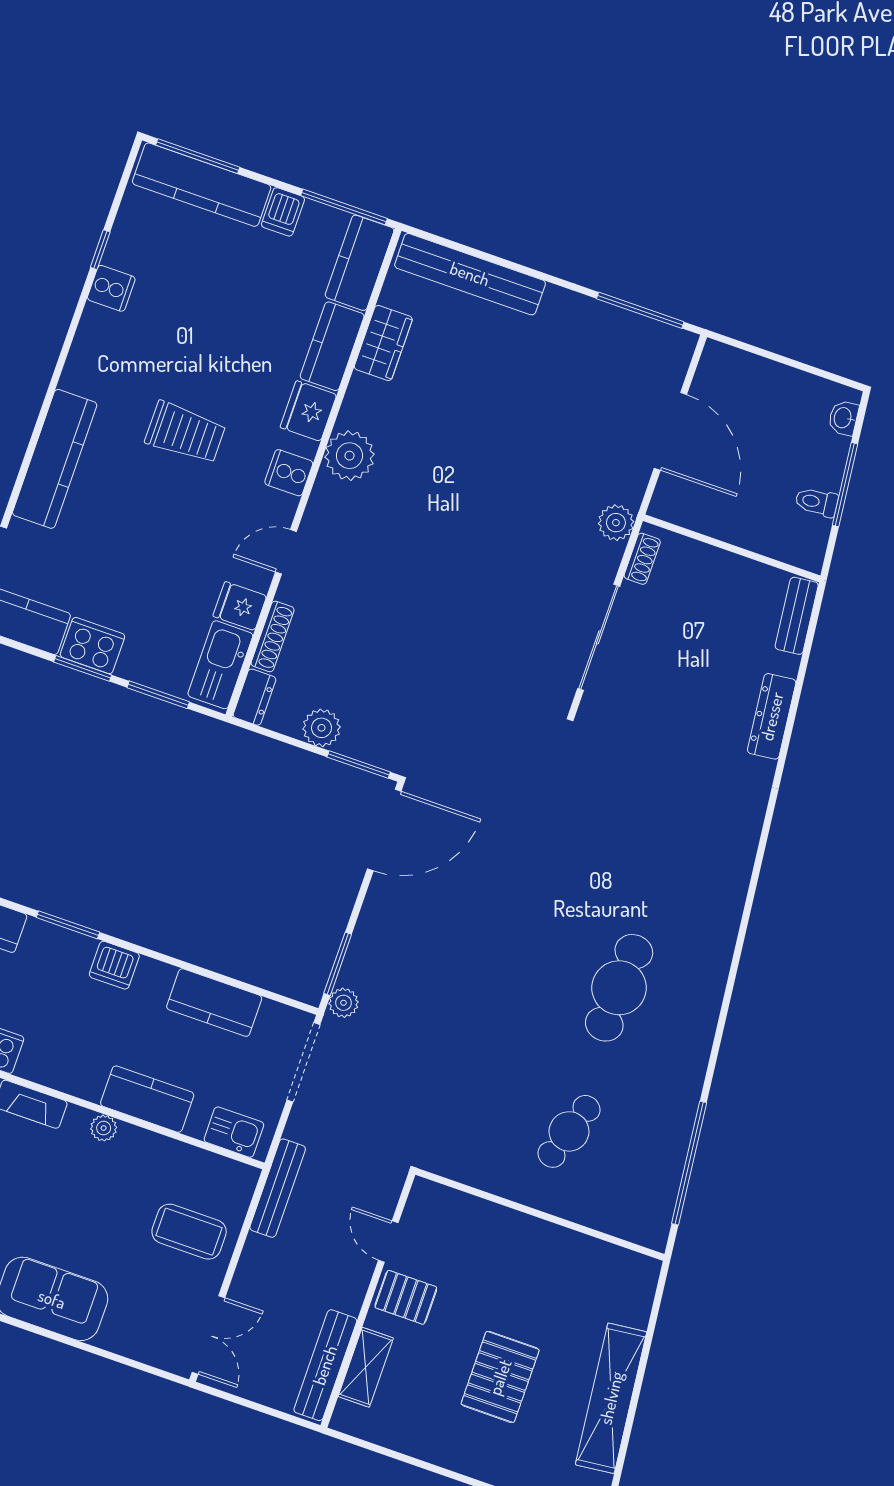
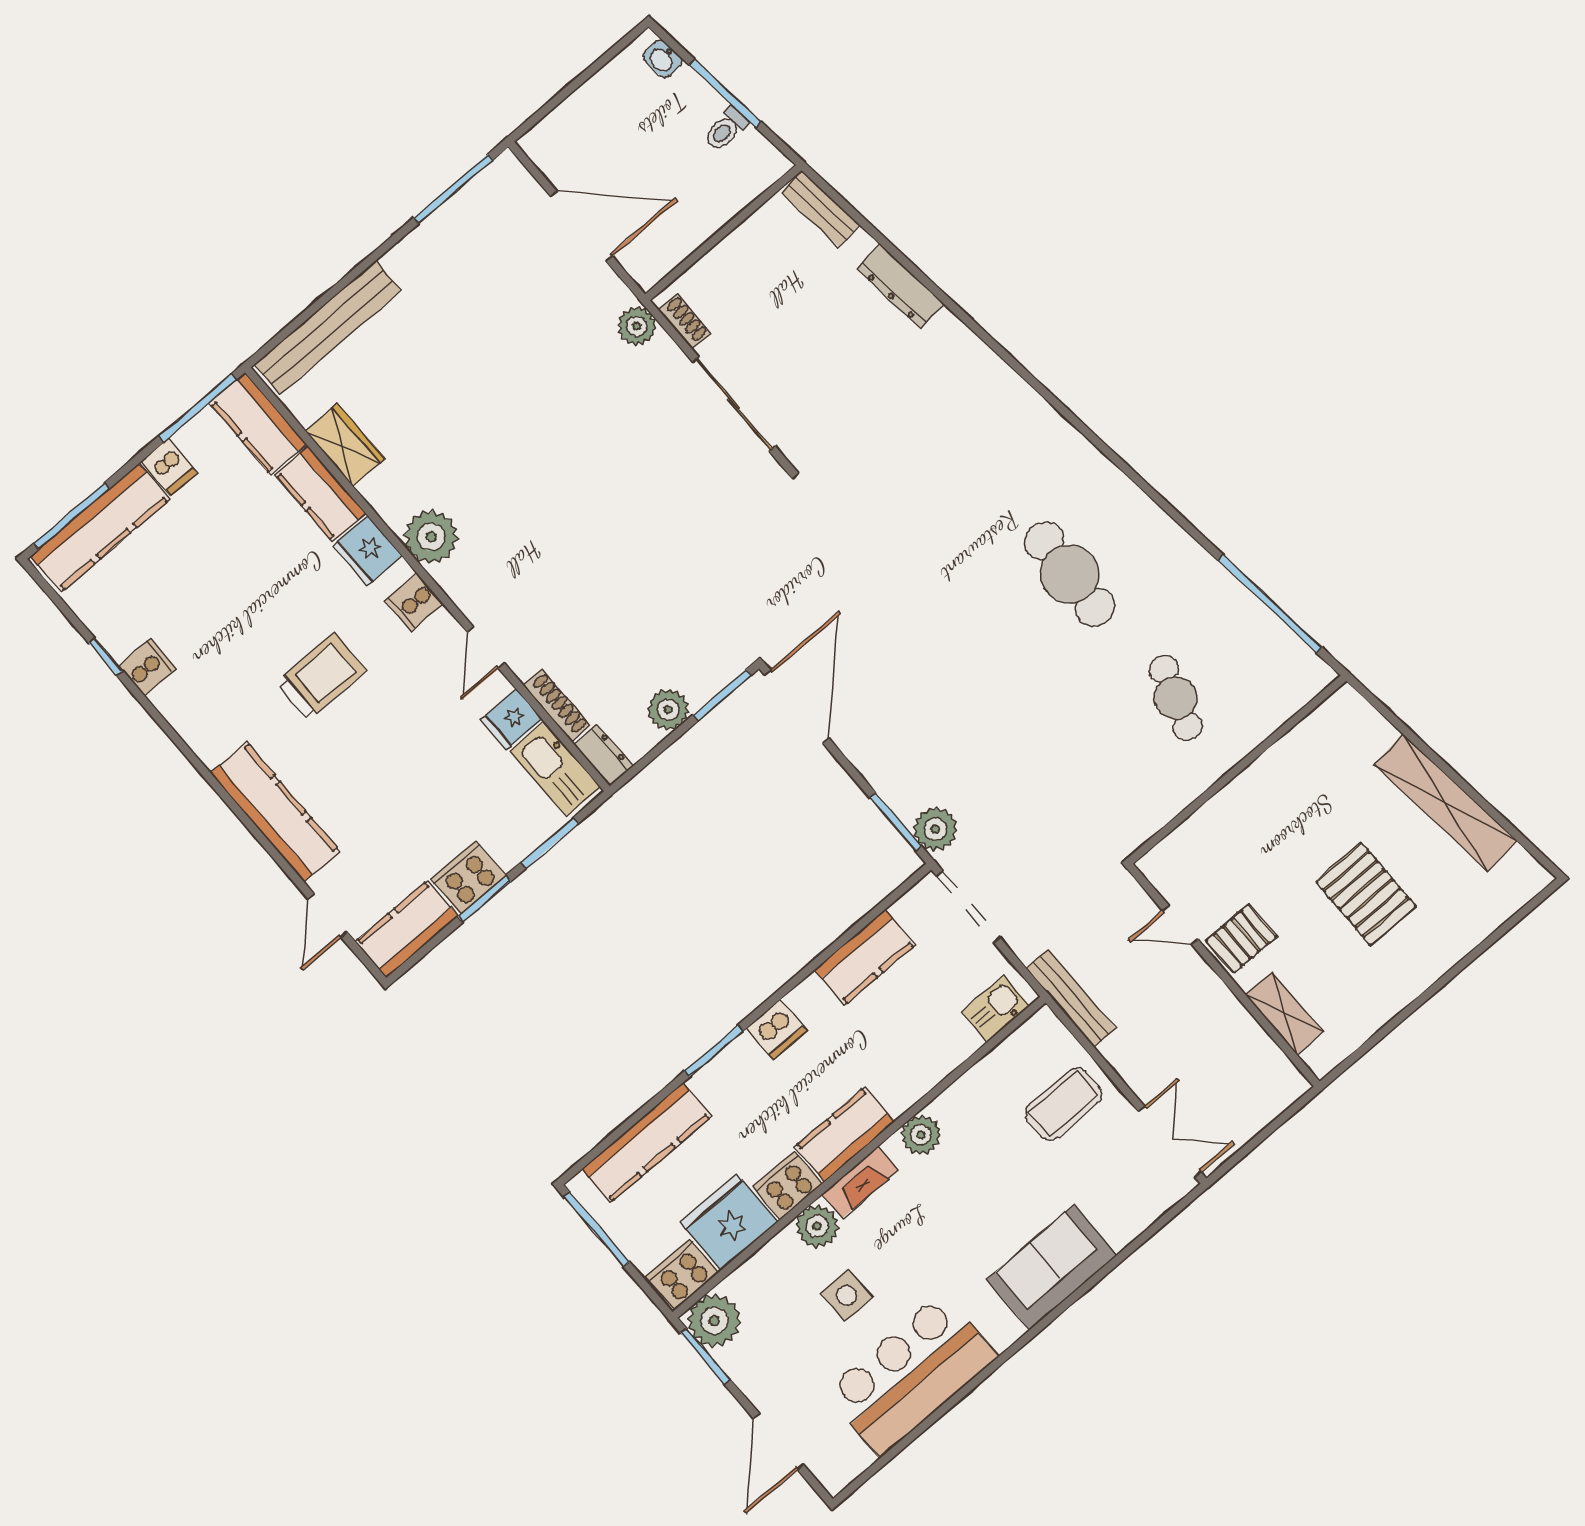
plant: (343, 1003) -> (935, 829), width x1.38, depth x1.38
kitchen counter: (147, 1099) -> (845, 1134), moved
plant: (104, 1128) -> (921, 1135), width x1.38, depth x1.38
bench: (325, 1365) -> (1261, 1050), removed

